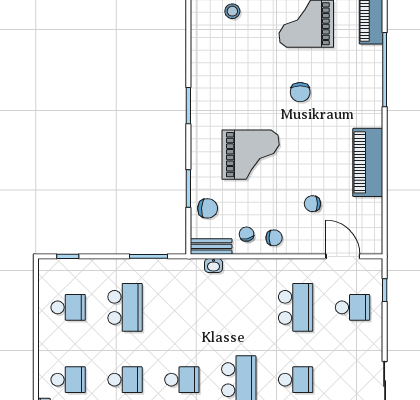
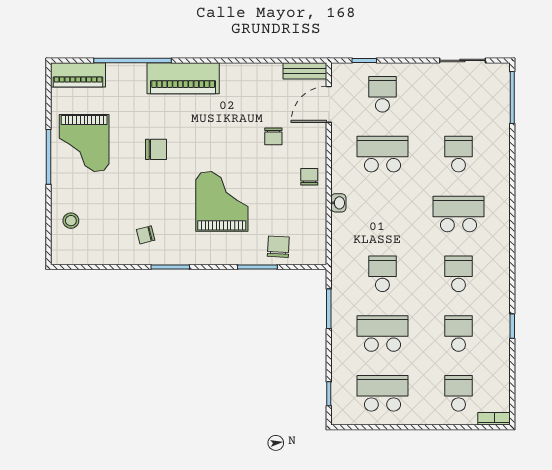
piano: (368, 162) -> (183, 78), moved
chair: (247, 234) -> (146, 235), moved
bench: (211, 246) -> (305, 71), moved, turned 90
washbasin: (213, 265) -> (338, 203), moved
school desk: (68, 307) -> (382, 393), width x1.85
school desk: (182, 307) -> (382, 274), added

